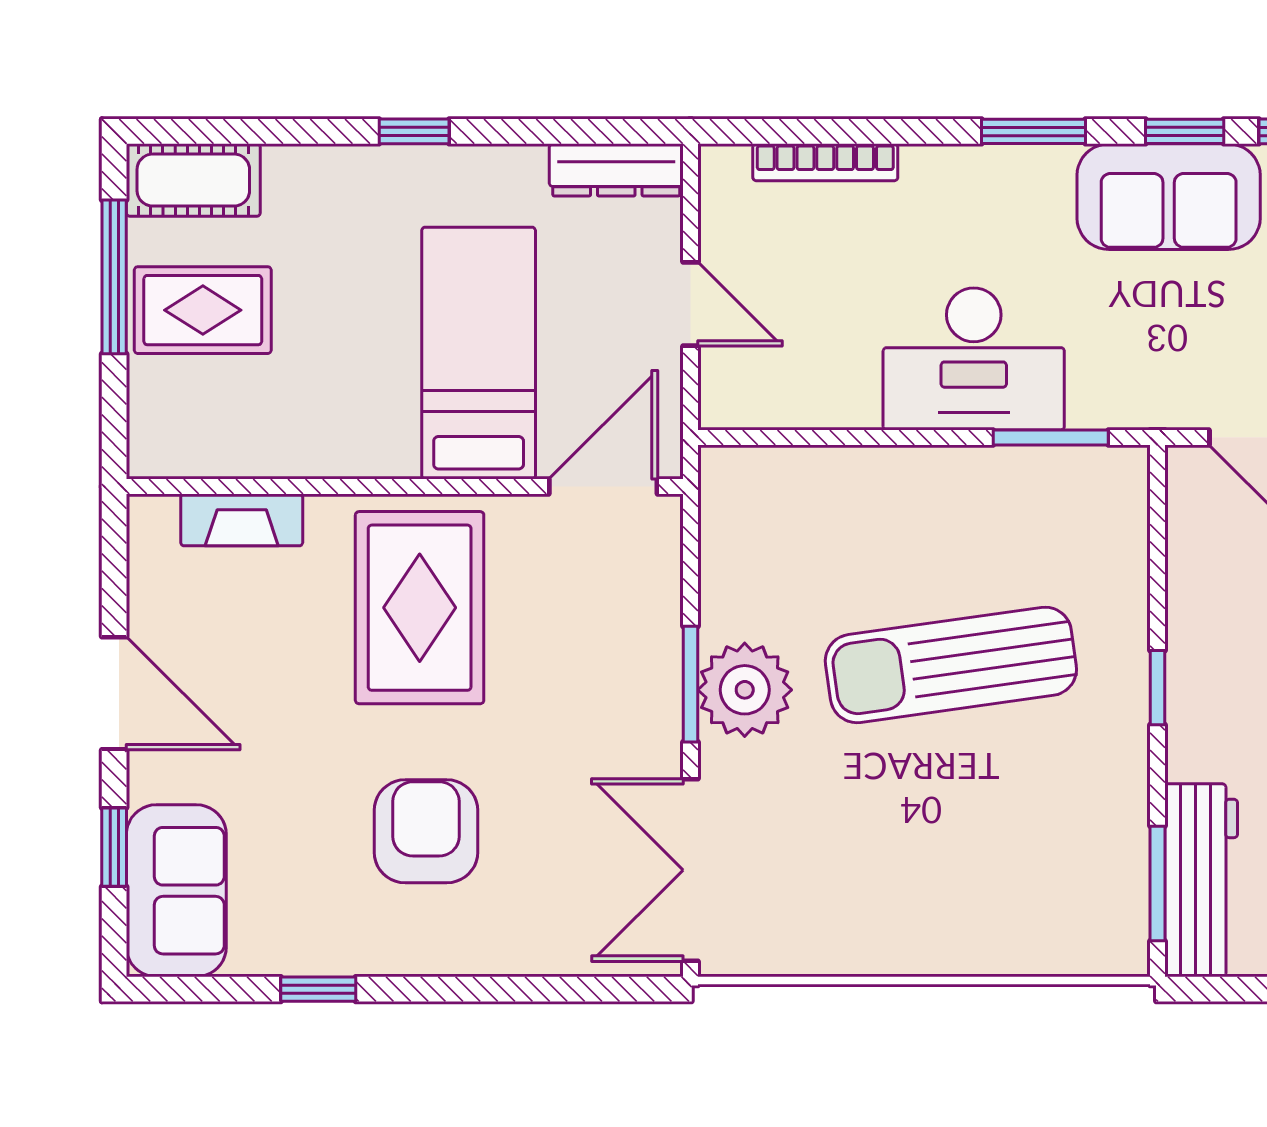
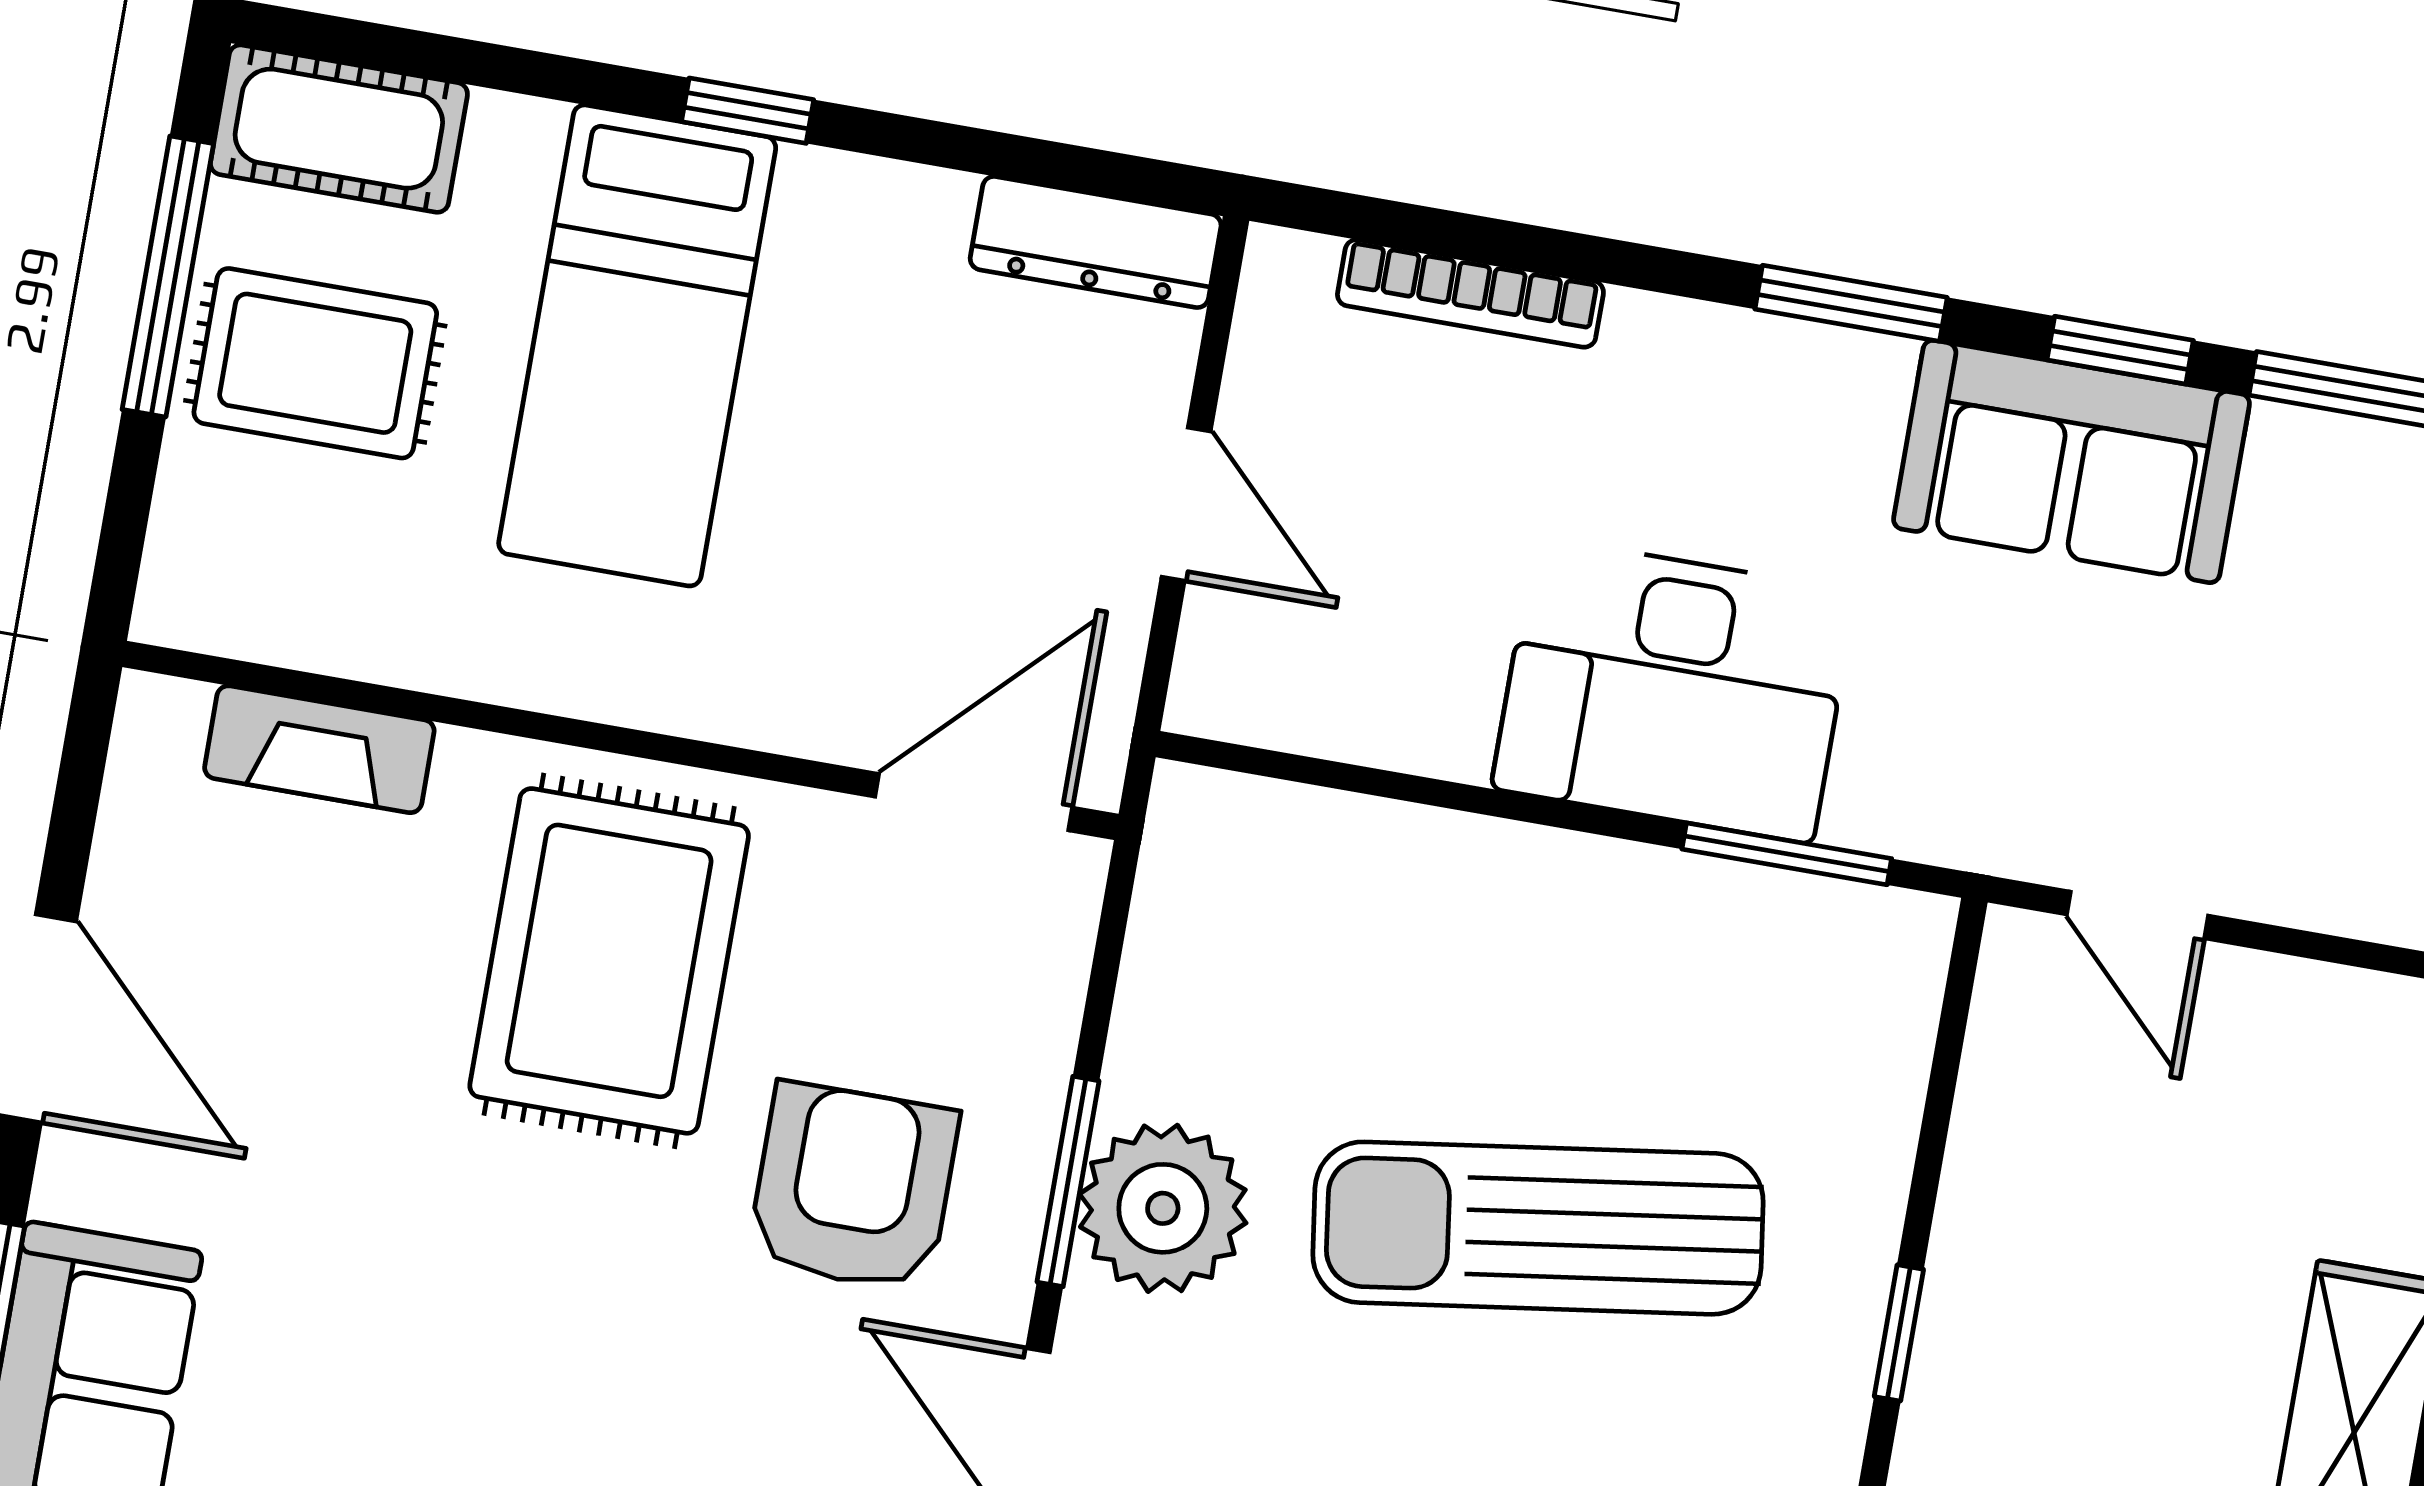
bed: (479, 353) -> (637, 345), moved, turned 180
armchair: (426, 831) -> (853, 1187), moved

